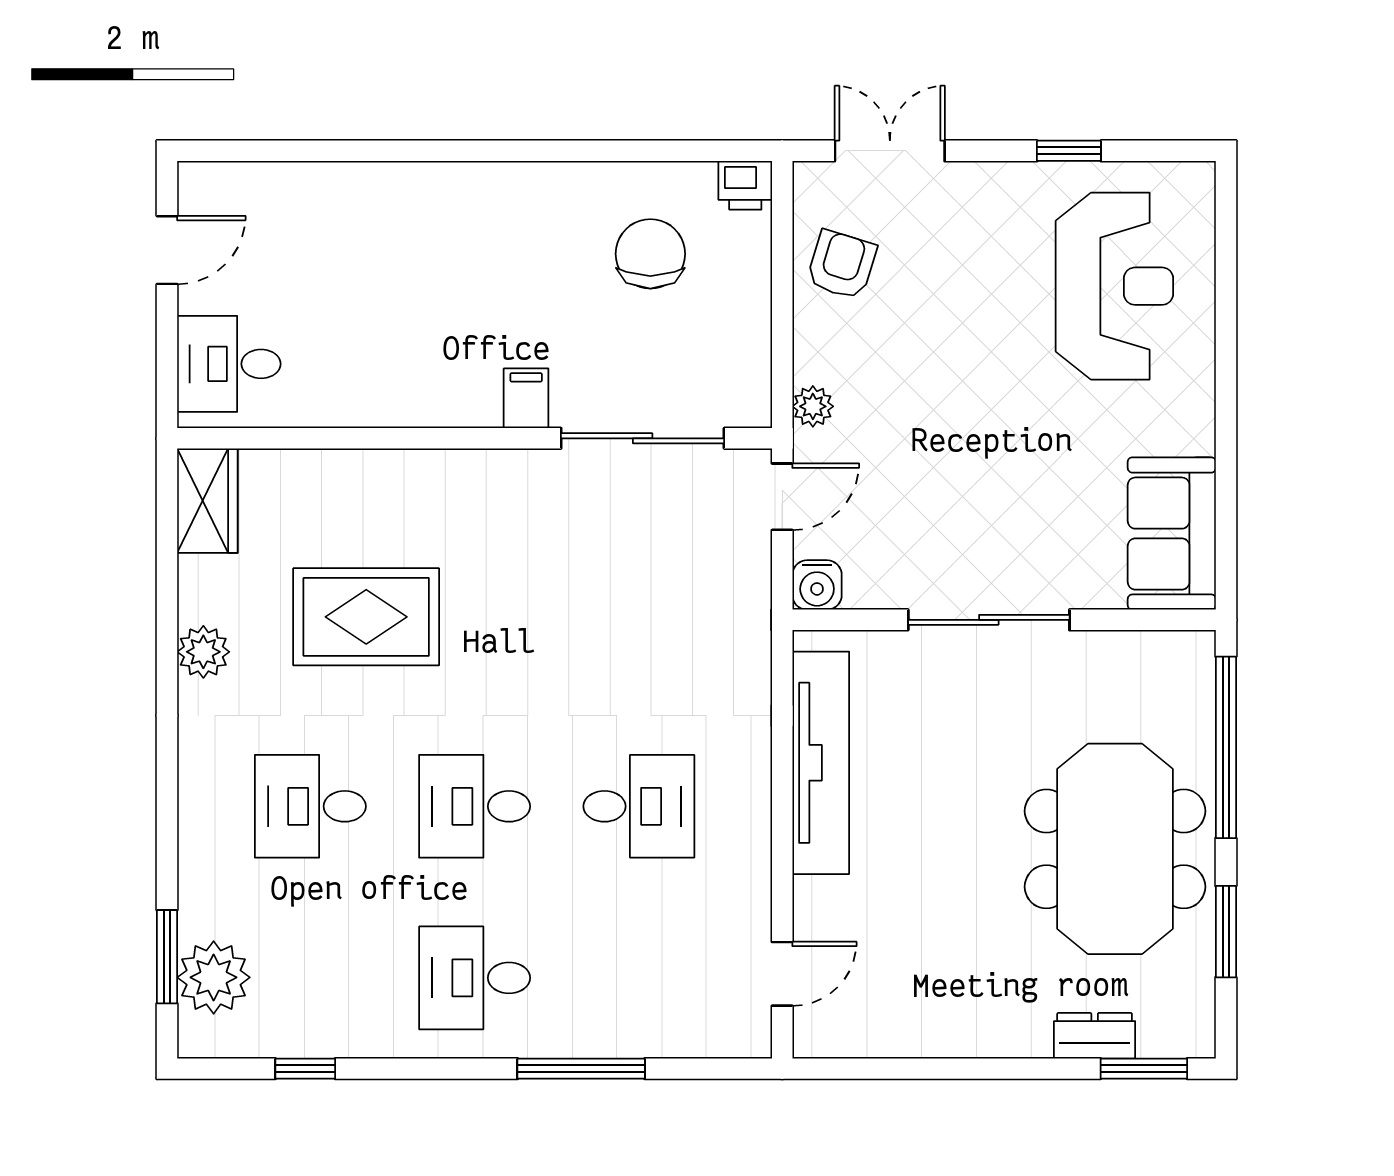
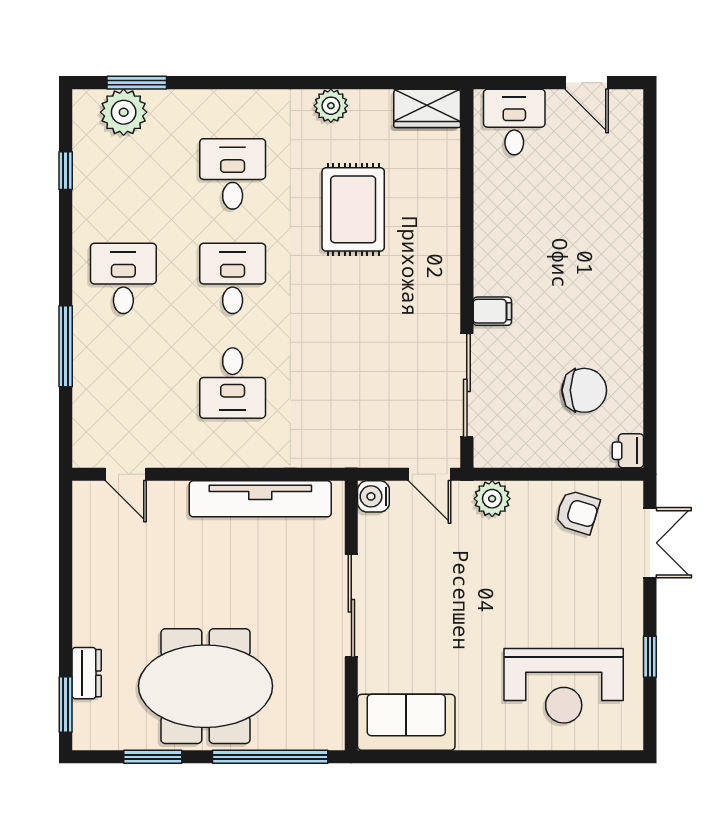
plant: (813, 406) -> (492, 499), width x1.38, depth x1.38

